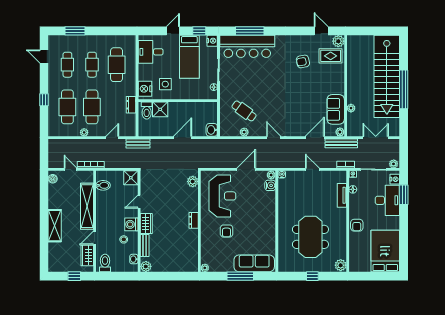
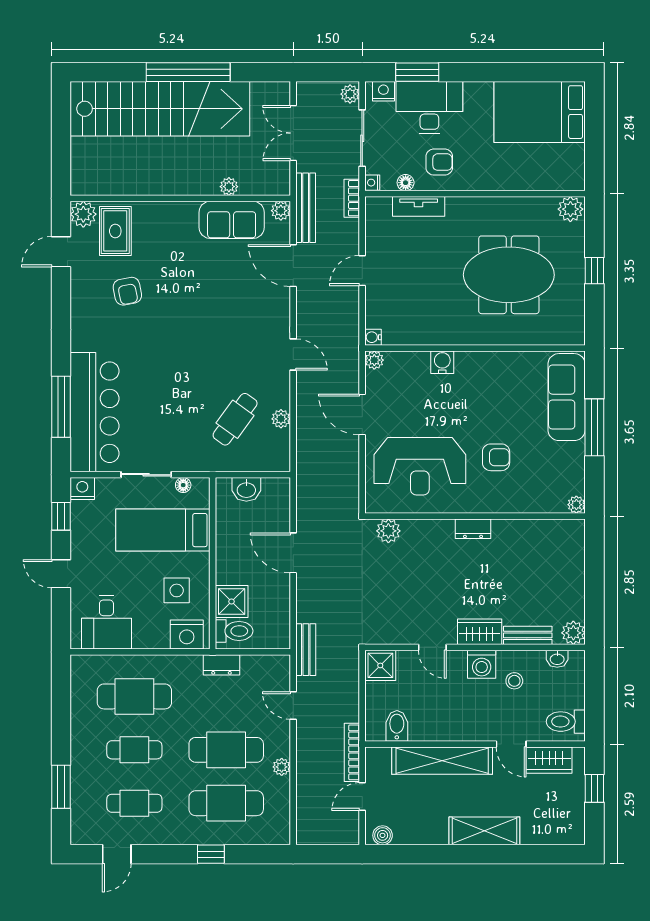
bed: (189, 57) -> (163, 530), moved, turned 180
washbasin: (212, 130) -> (246, 489), moved
door: (274, 138) -> (293, 355), swing flipped
water cooler: (270, 185) -> (442, 362), moved
reception desk: (222, 196) -> (420, 466), turned 180
armchair: (357, 225) -> (439, 162), moved

